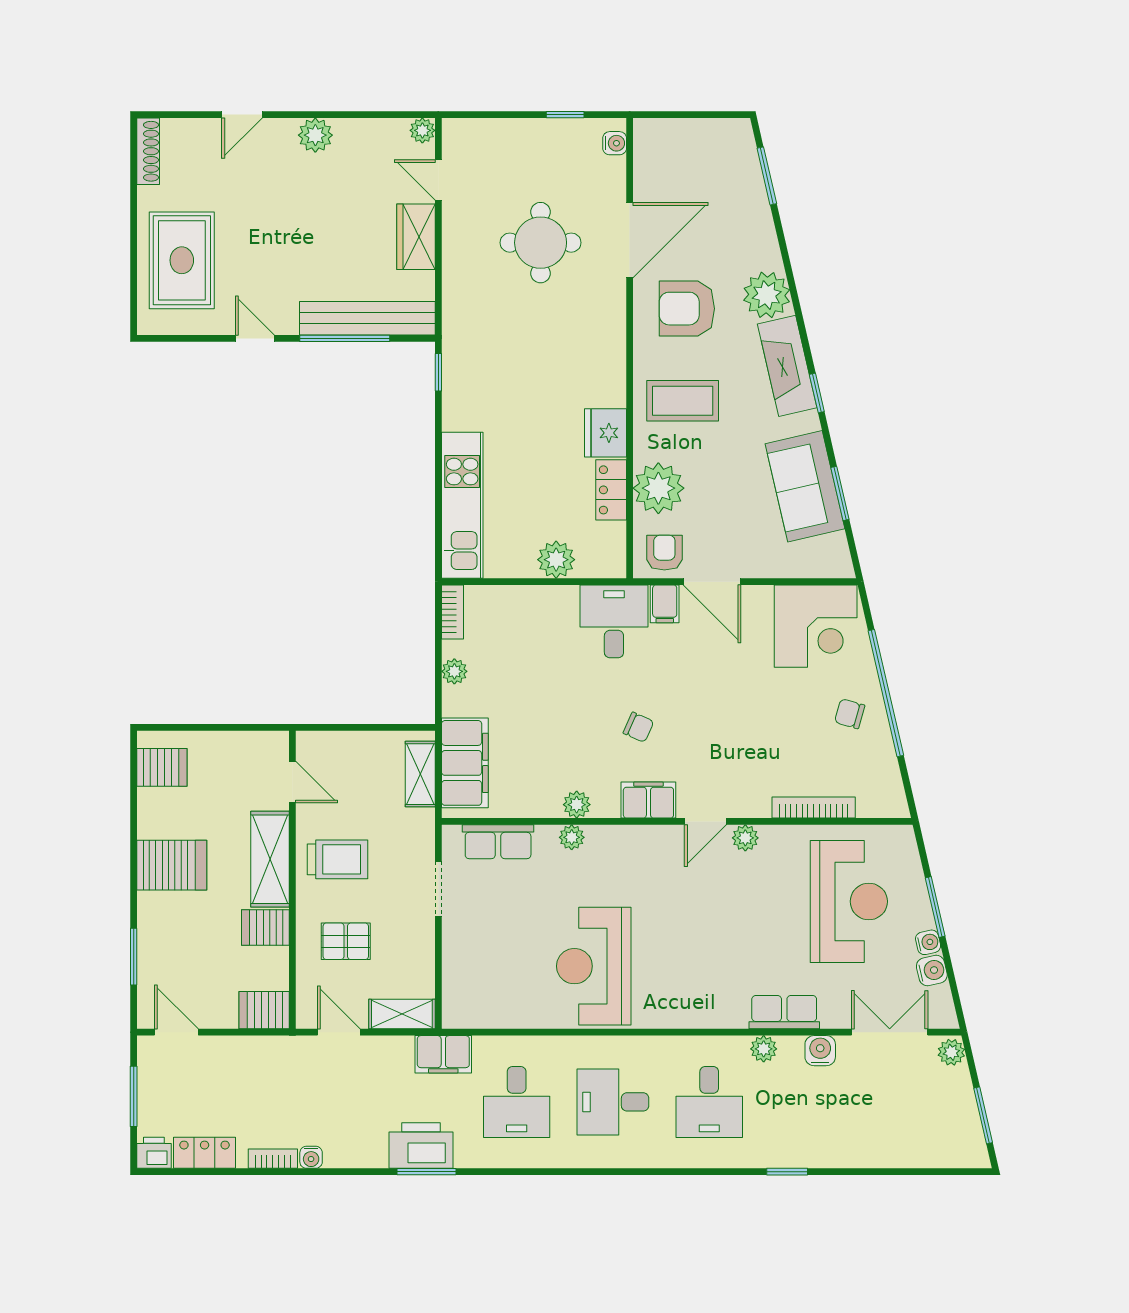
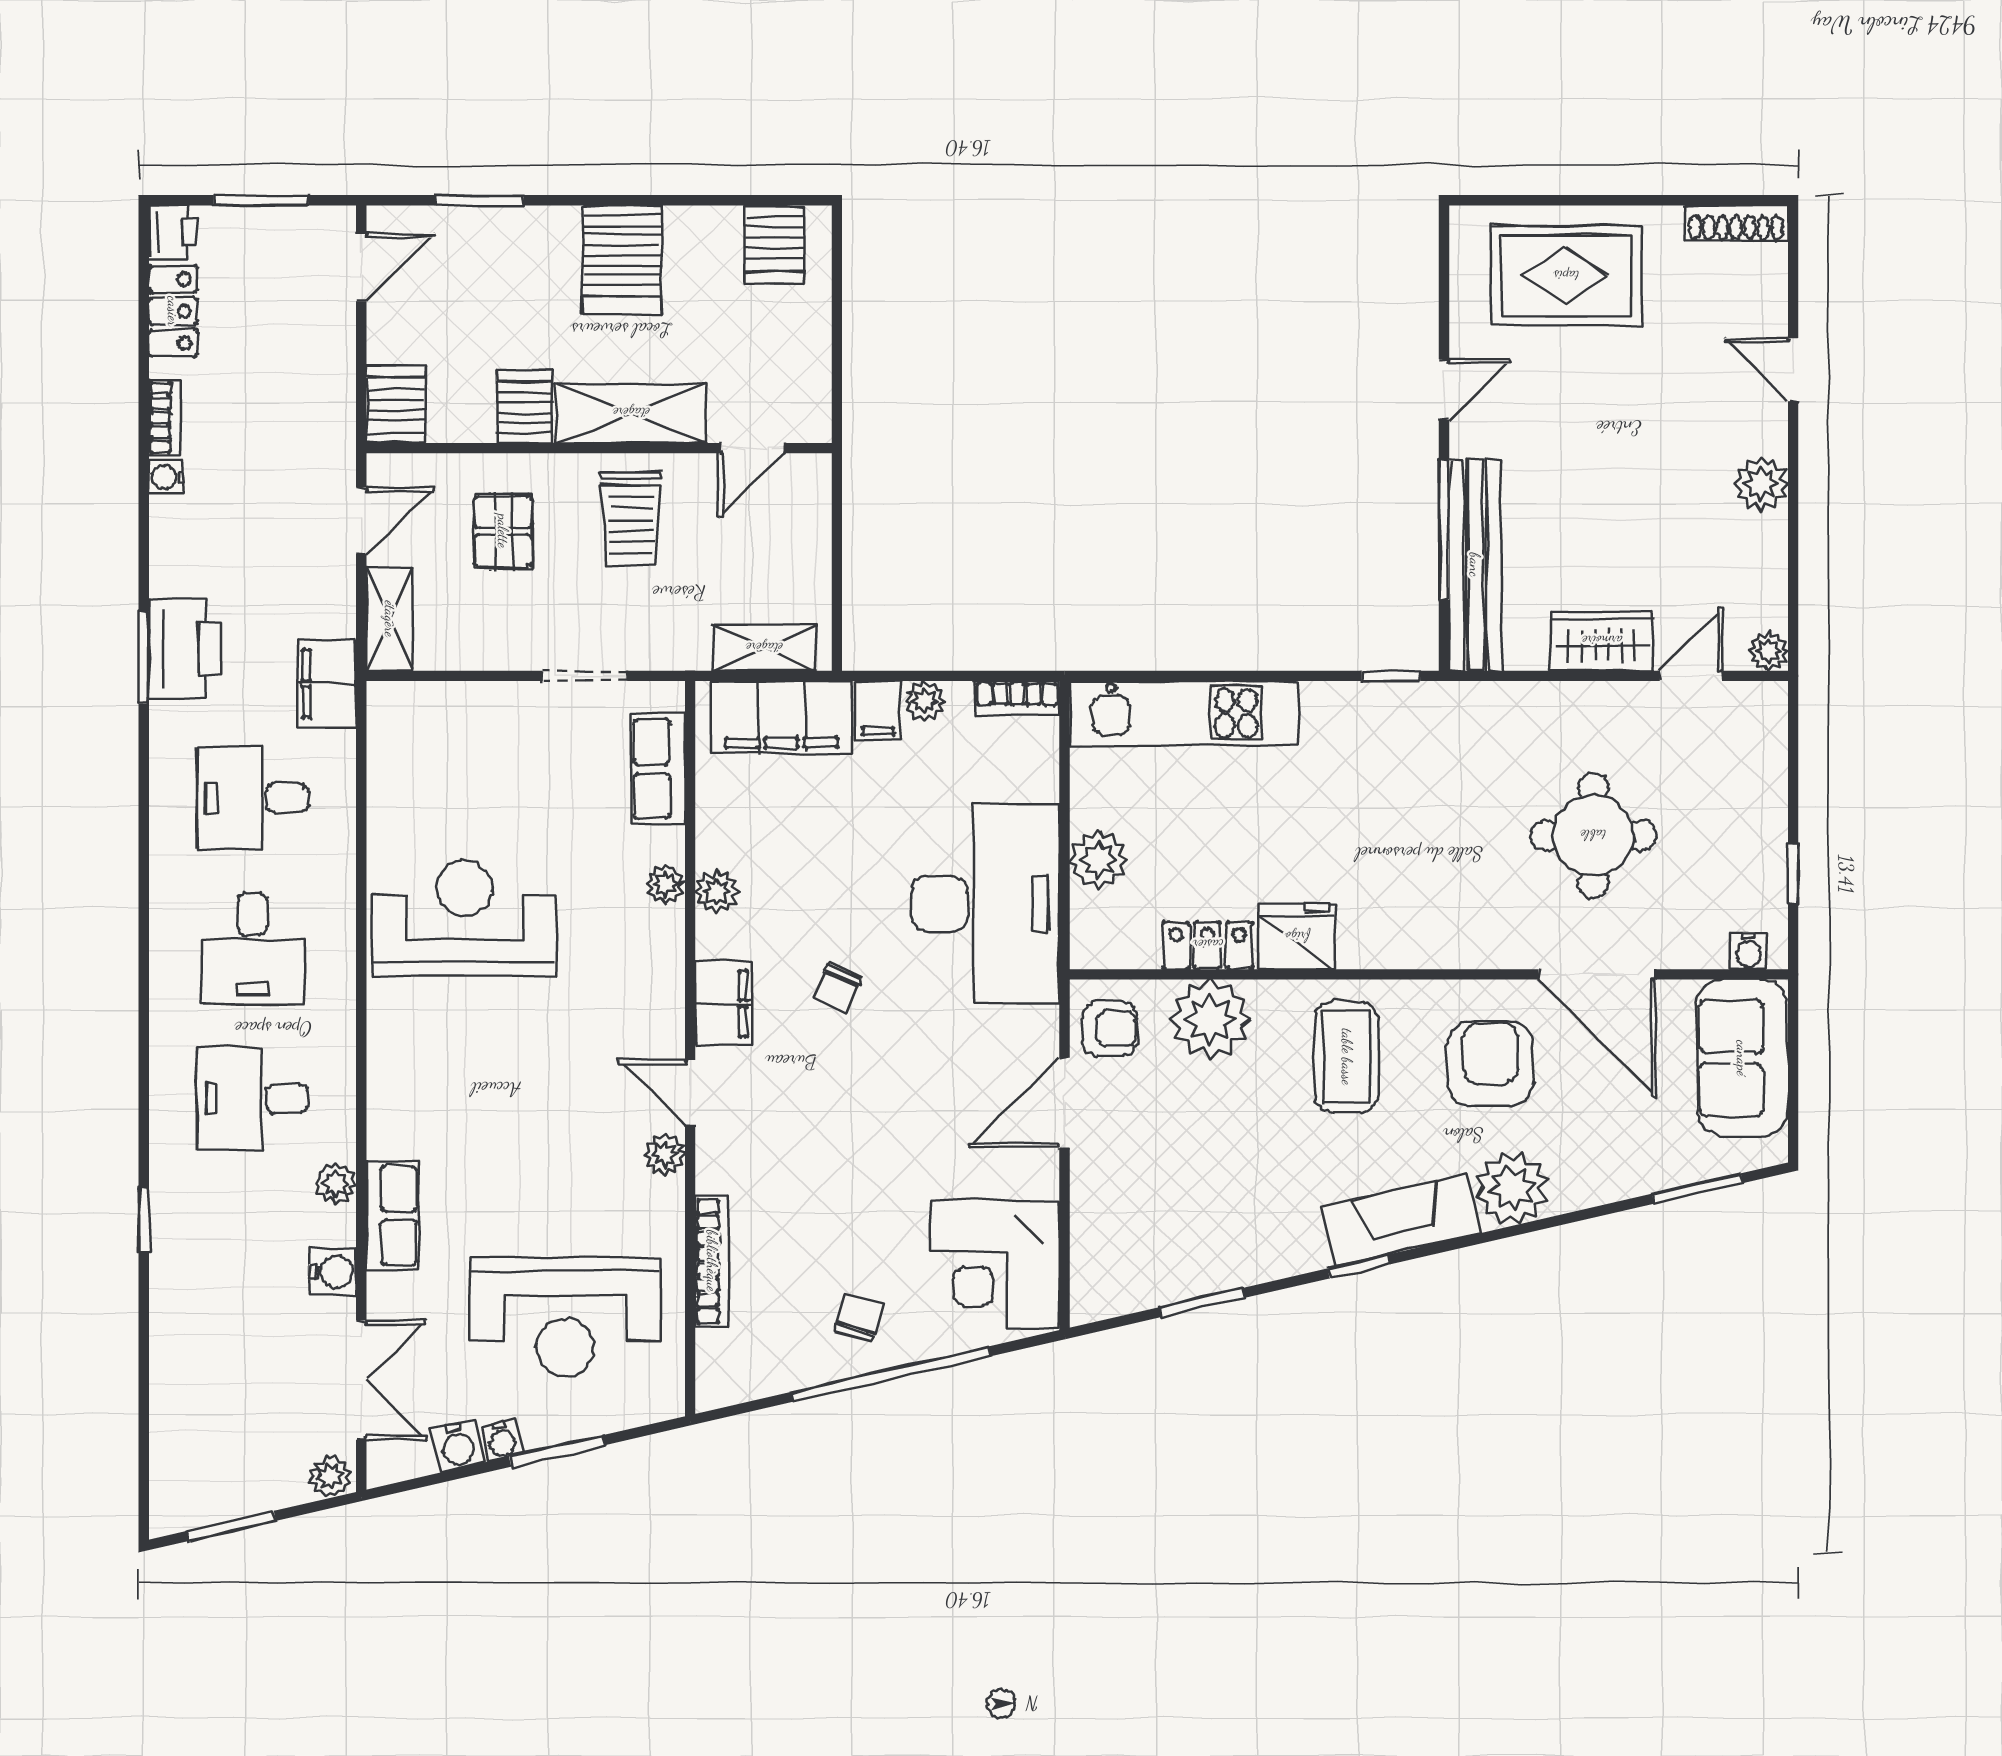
sofa: (805, 486) -> (1742, 1058), moved, turned -77
filing cabinet: (665, 604) -> (878, 711), moved, turned -90
desk: (614, 621) -> (985, 904), width x1.87, depth x1.30
desk: (613, 1102) -> (253, 948), turned 180

